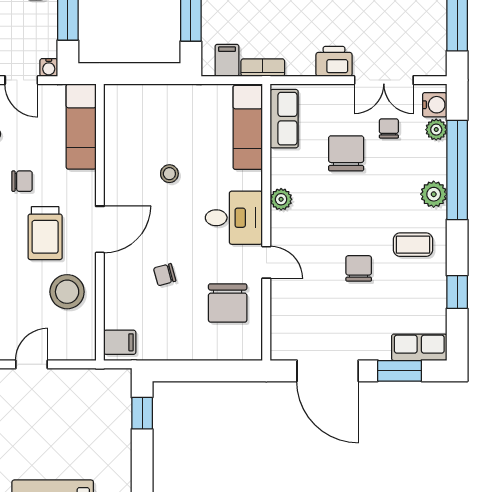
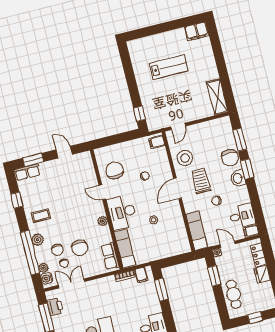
printer: (334, 61) -> (55, 307), moved, turned -90
desk: (234, 218) -> (122, 212), width x1.37
chair: (359, 268) -> (57, 250), moved
door: (32, 364) -> (178, 126), moved
door: (328, 371) -> (64, 152), width x0.53

